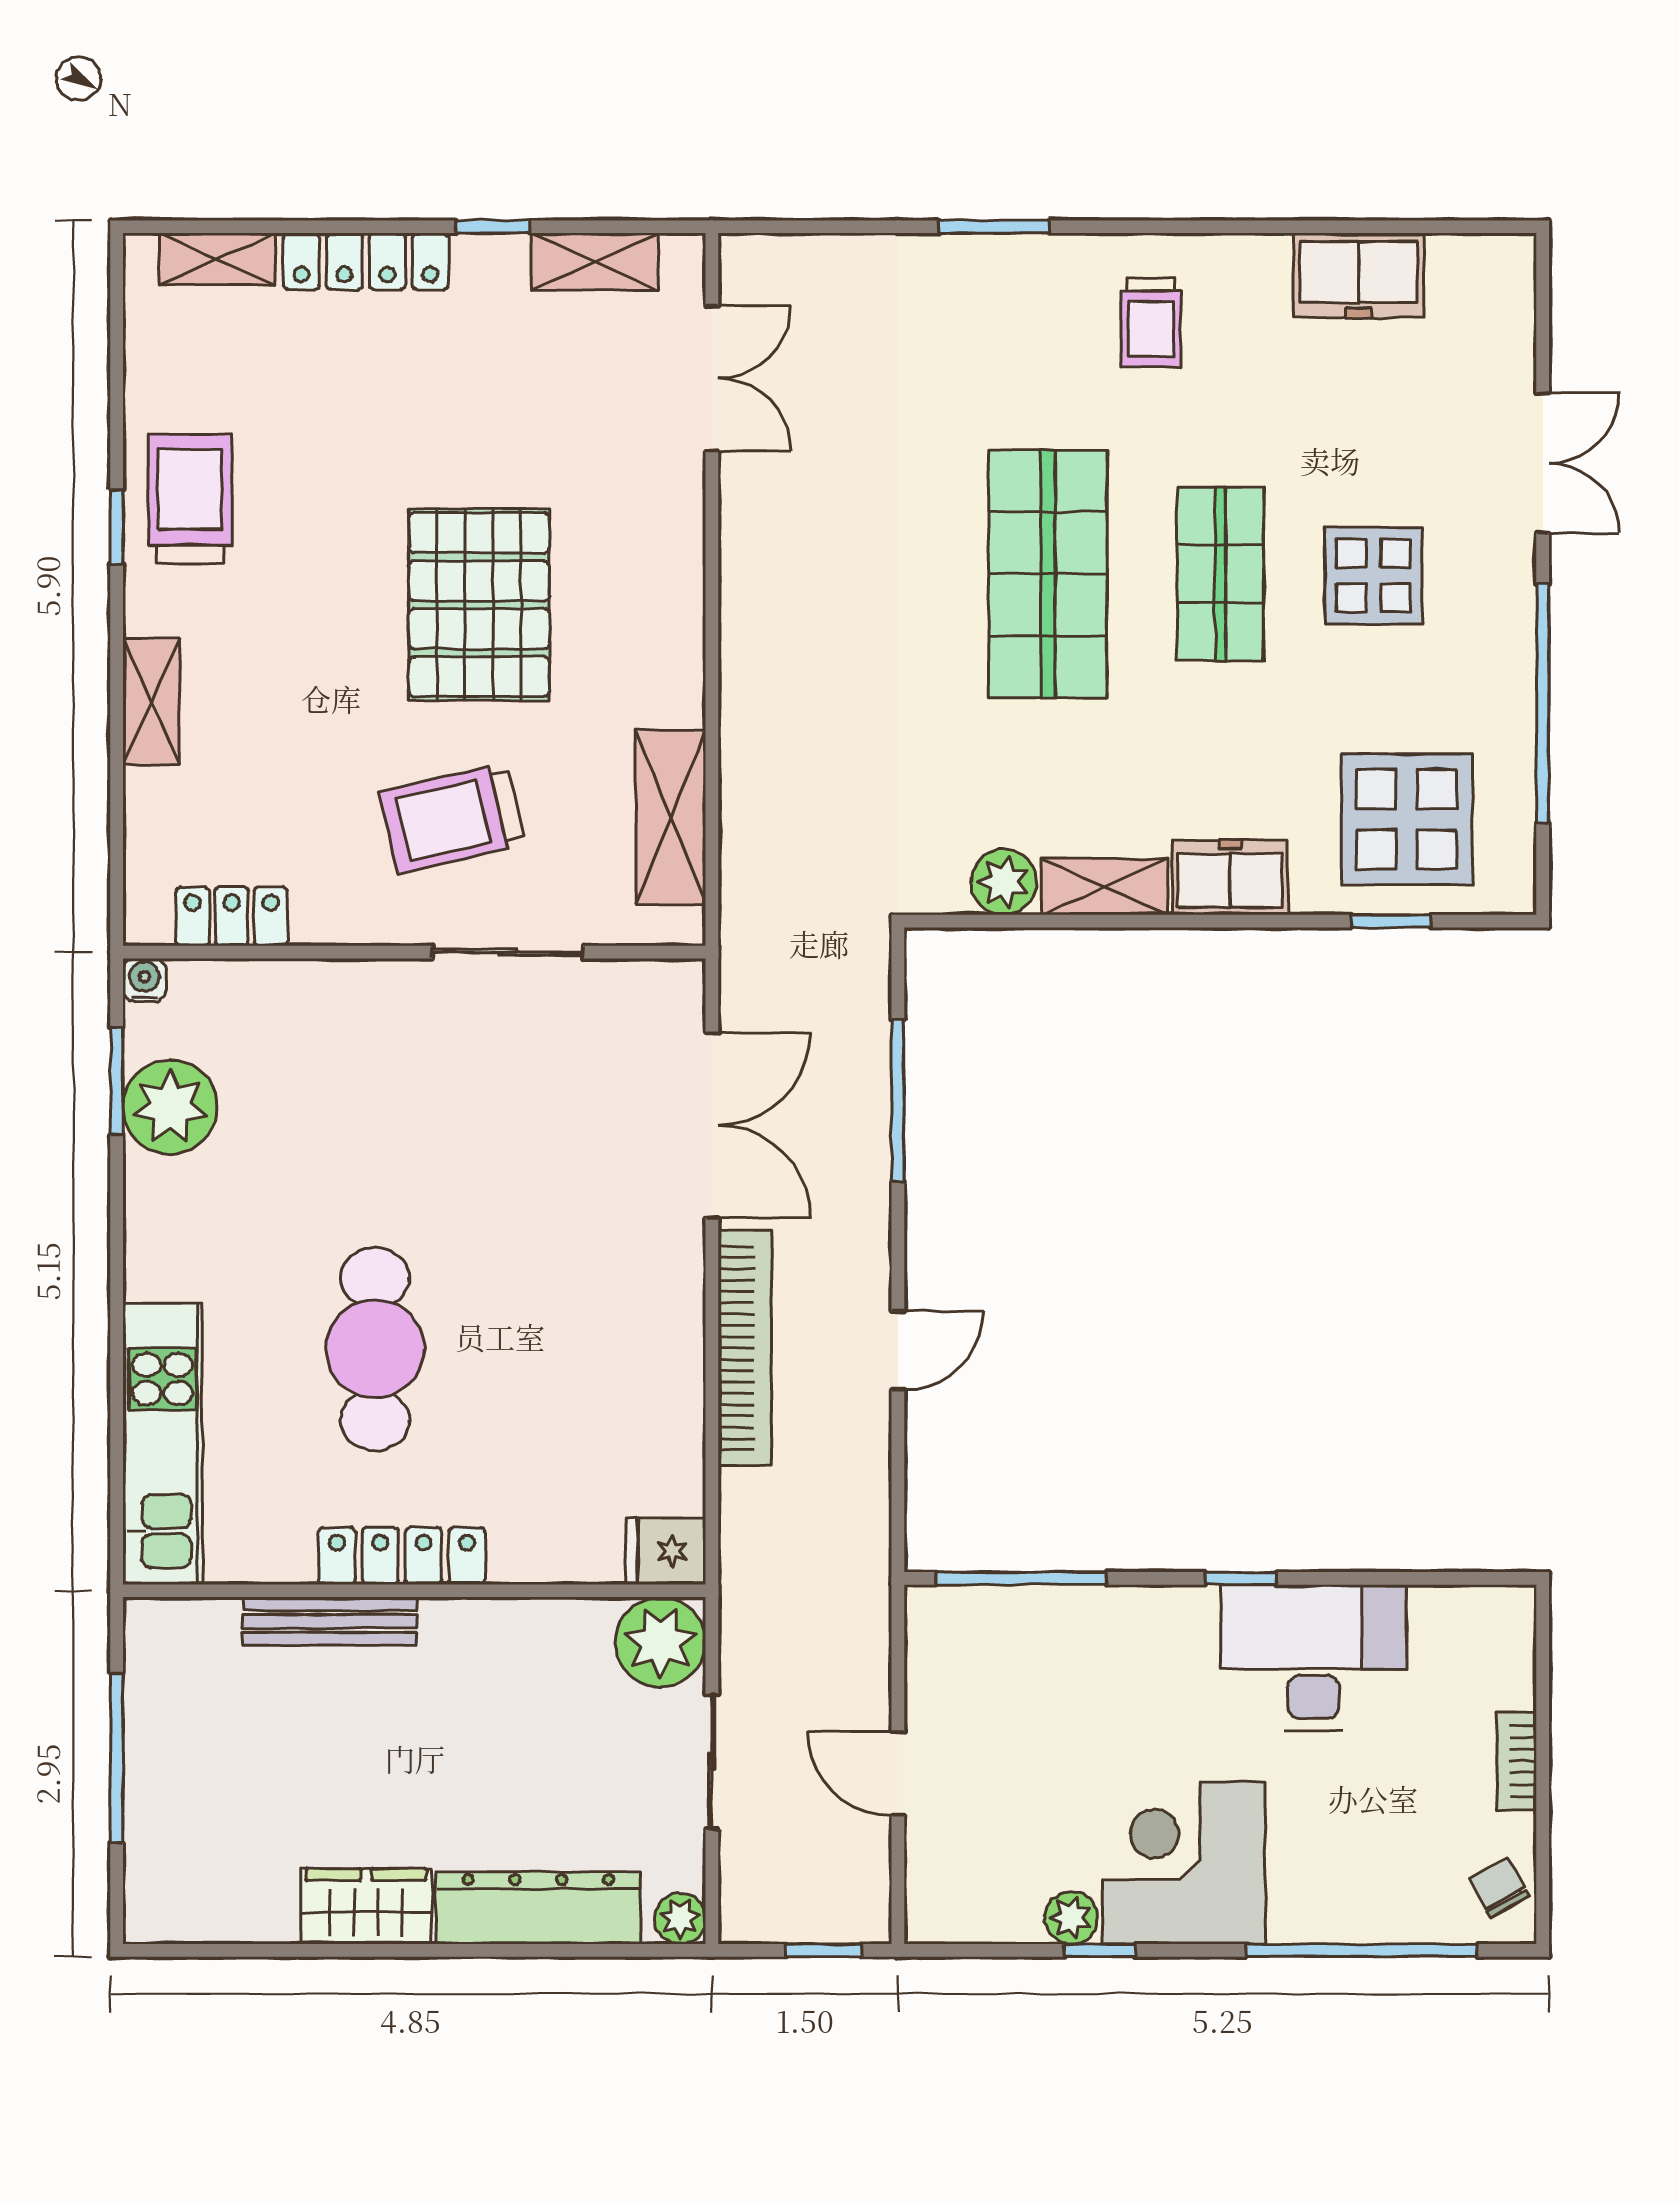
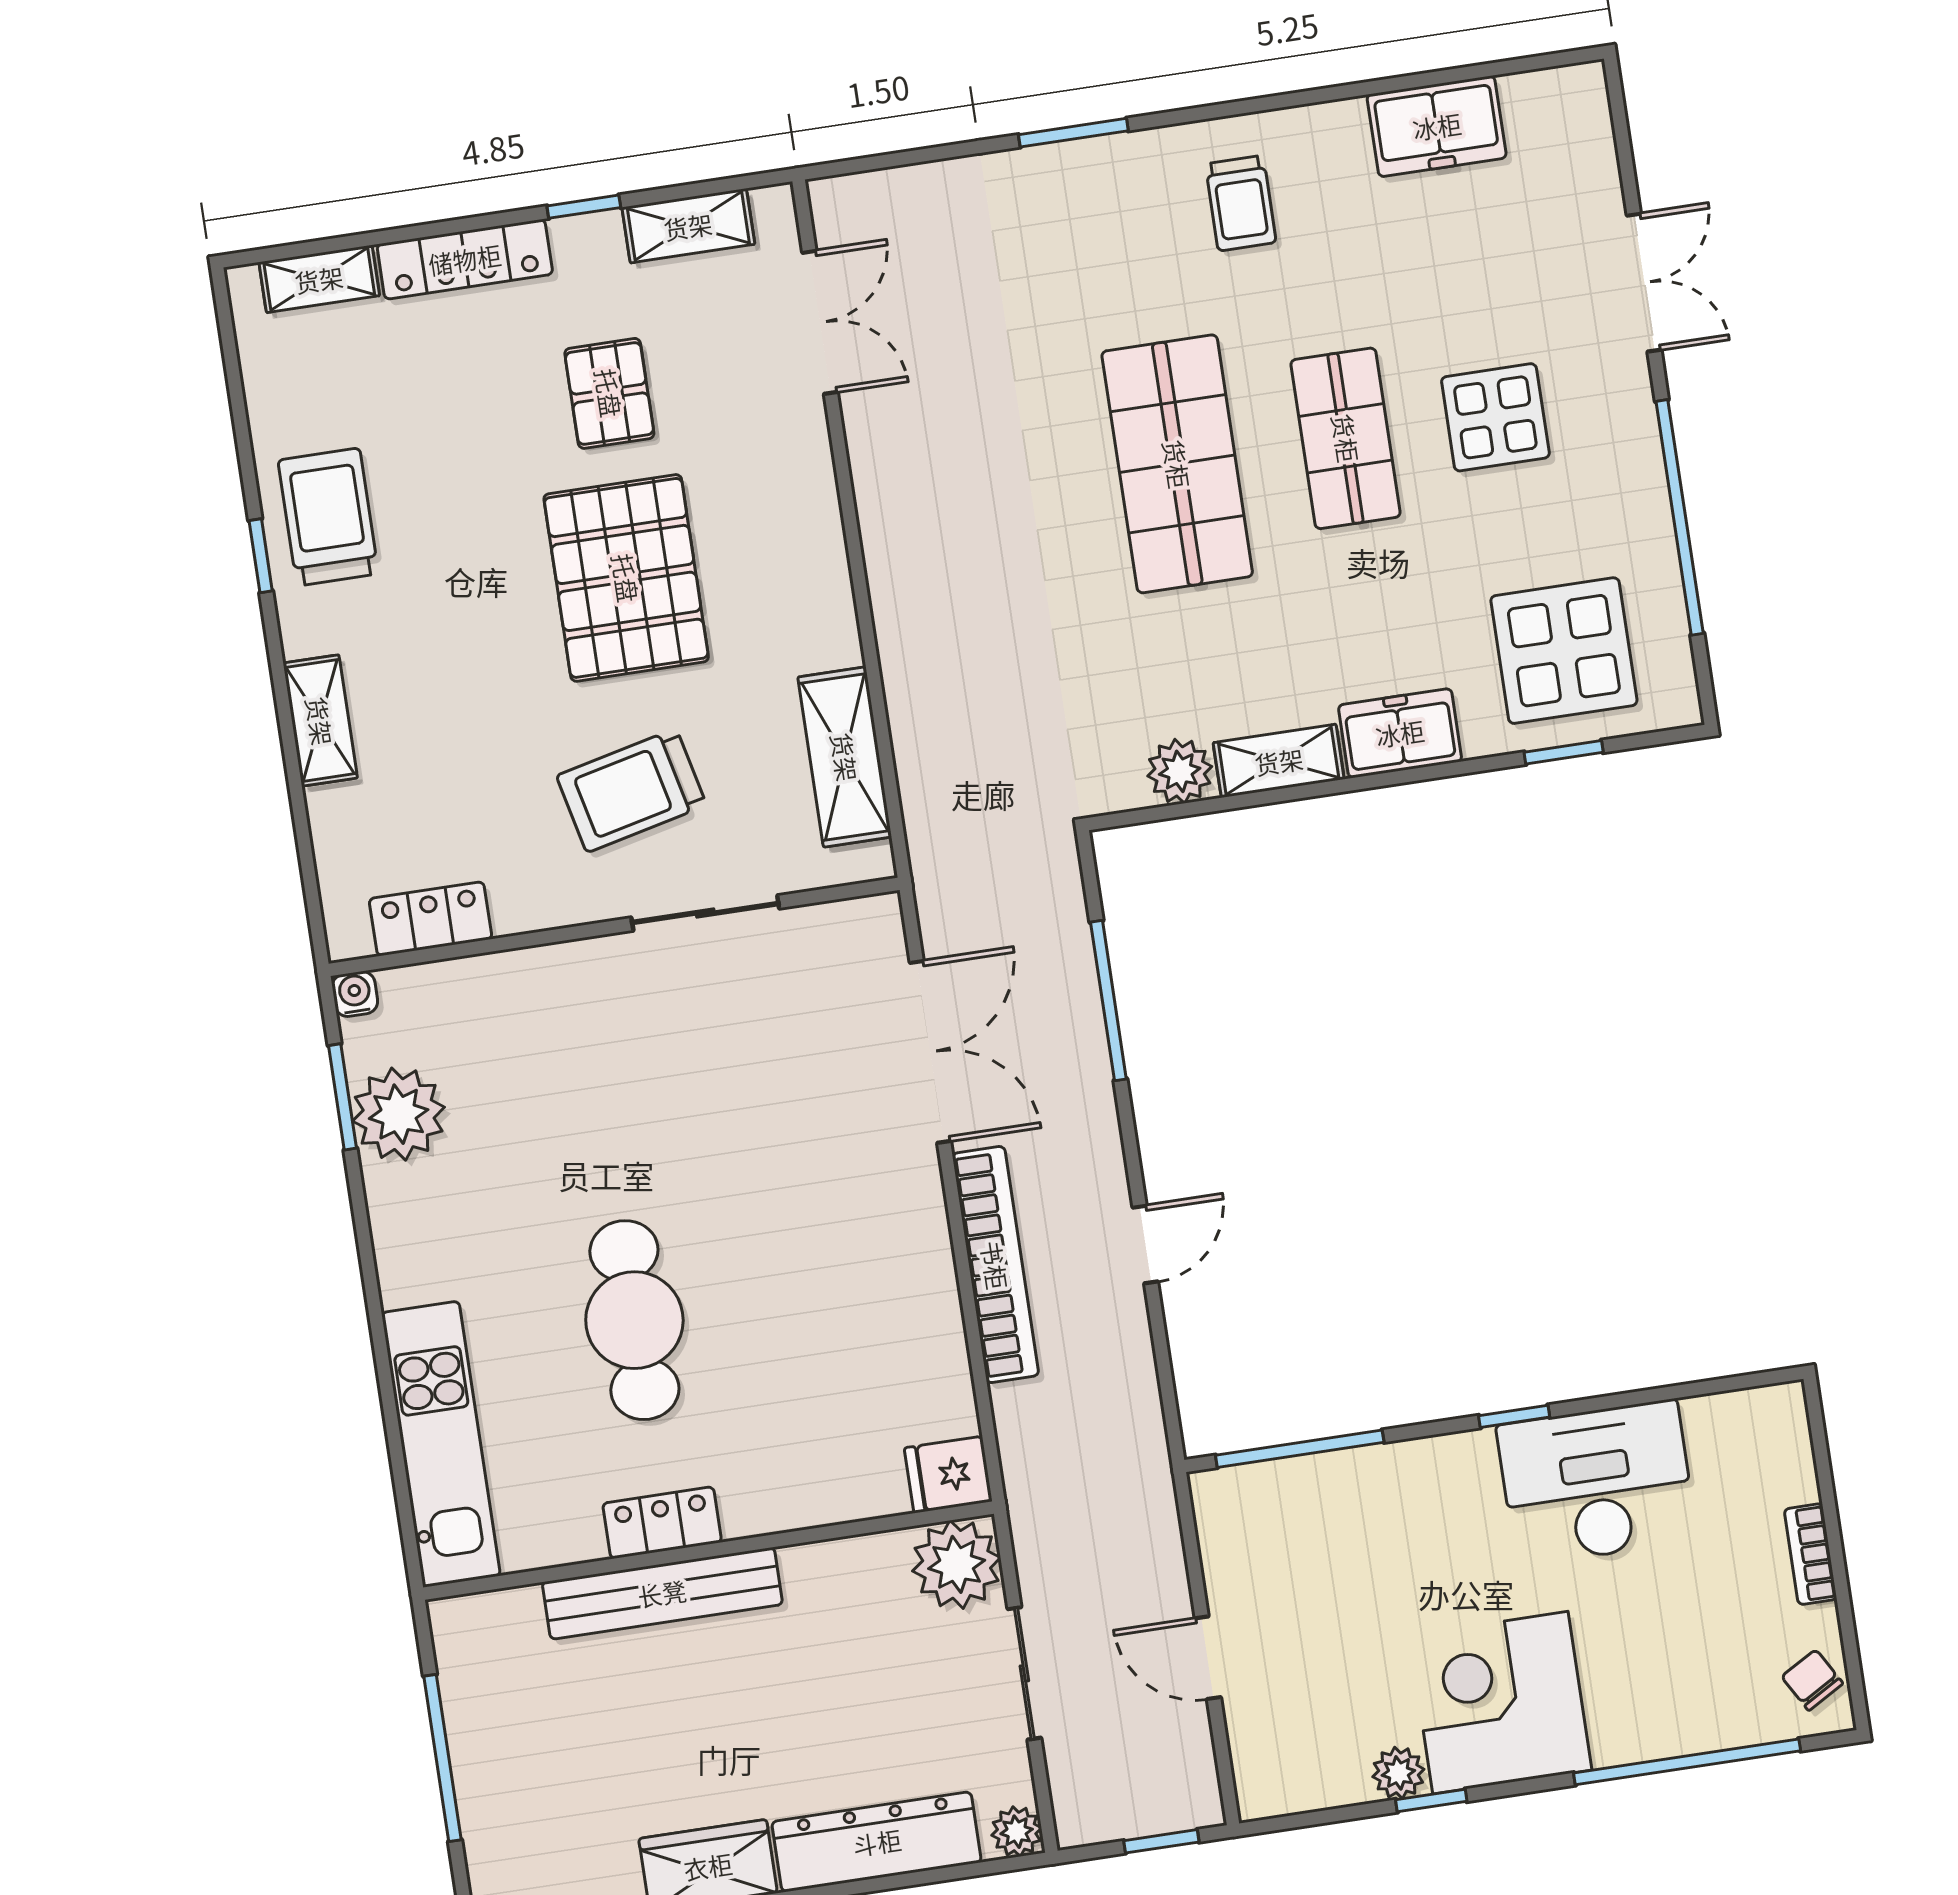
pallet: (490, 418) -> (609, 393), added
locker: (402, 1556) -> (662, 1523), width x0.66
bench: (330, 1621) -> (662, 1593), width x1.37, depth x1.21

